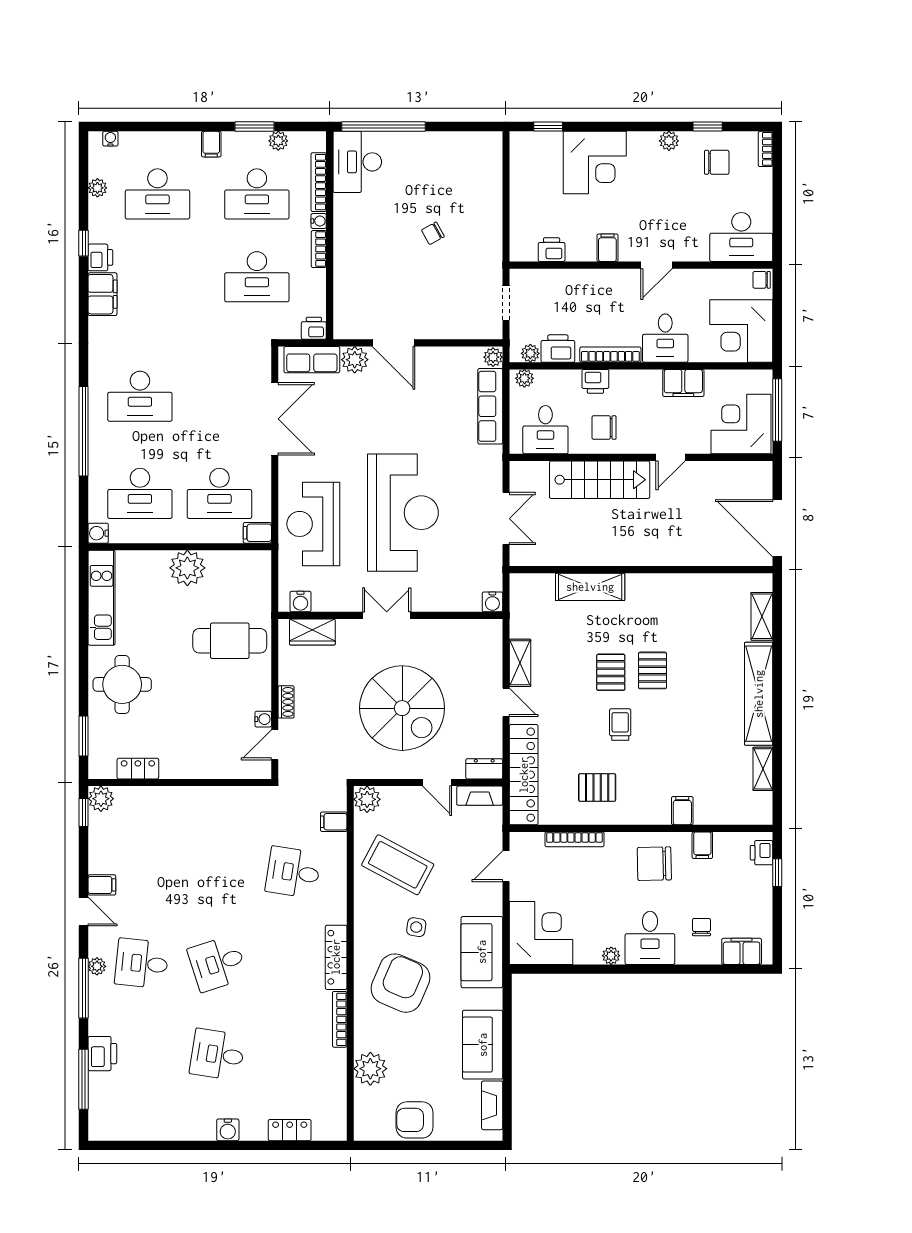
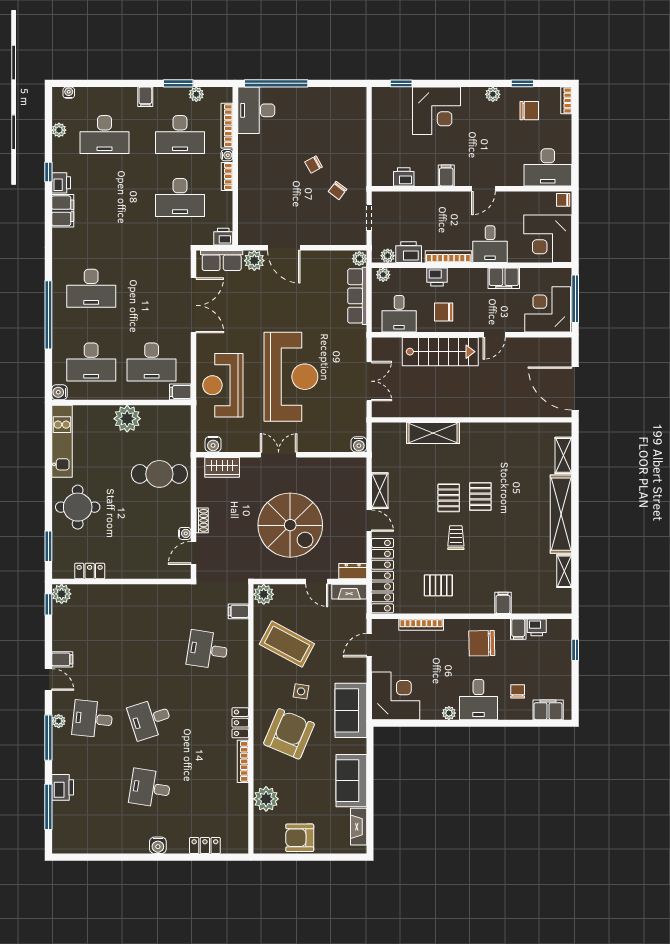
chair: (464, 267) -> (338, 190), added
printer: (761, 853) -> (537, 627), moved, turned -90
locker: (336, 957) -> (240, 723), width x0.66

